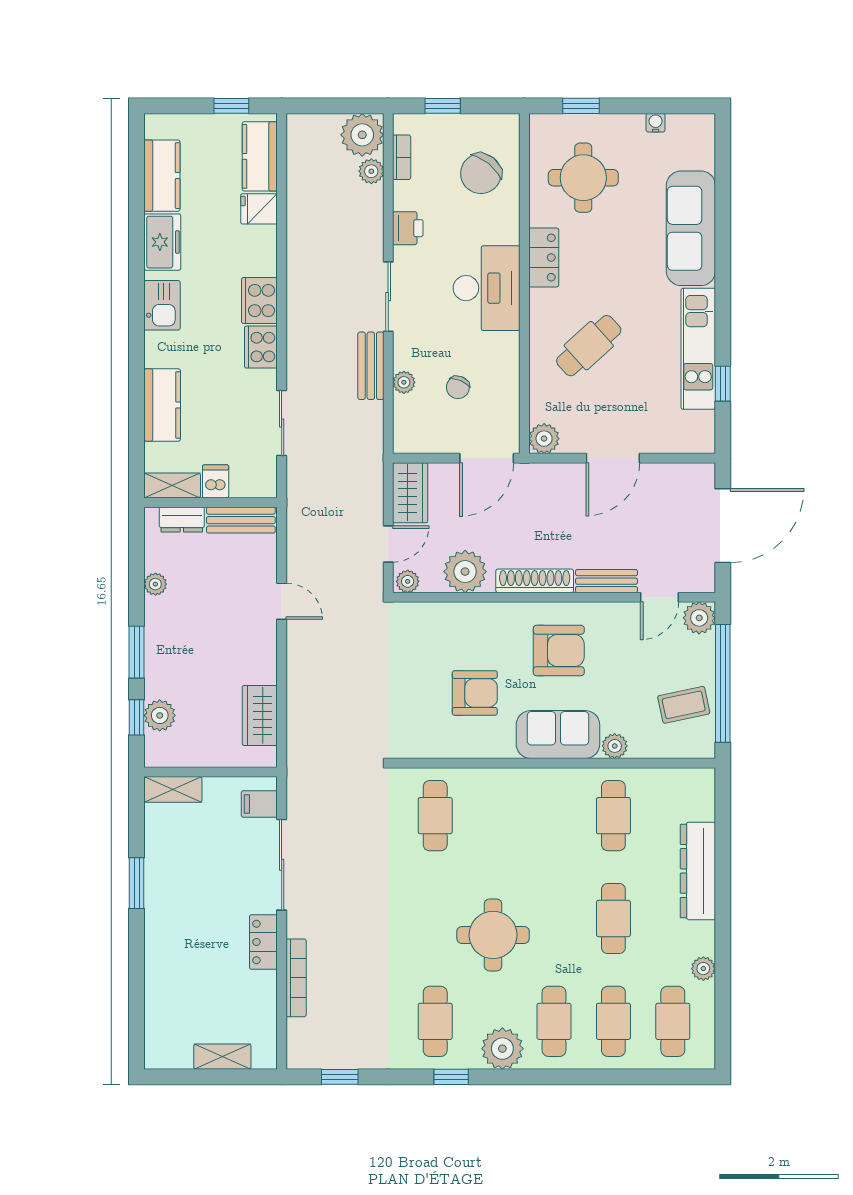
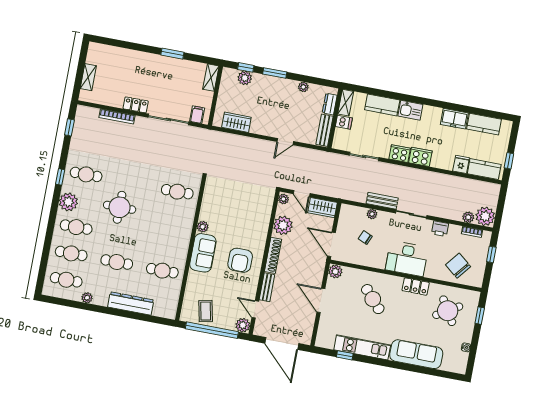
round table: (583, 178) -> (448, 311), turned -31
kitchen sink: (162, 305) -> (410, 110), moved
armchair: (475, 693) -> (228, 219), removed
plant: (615, 746) -> (203, 227), moved

